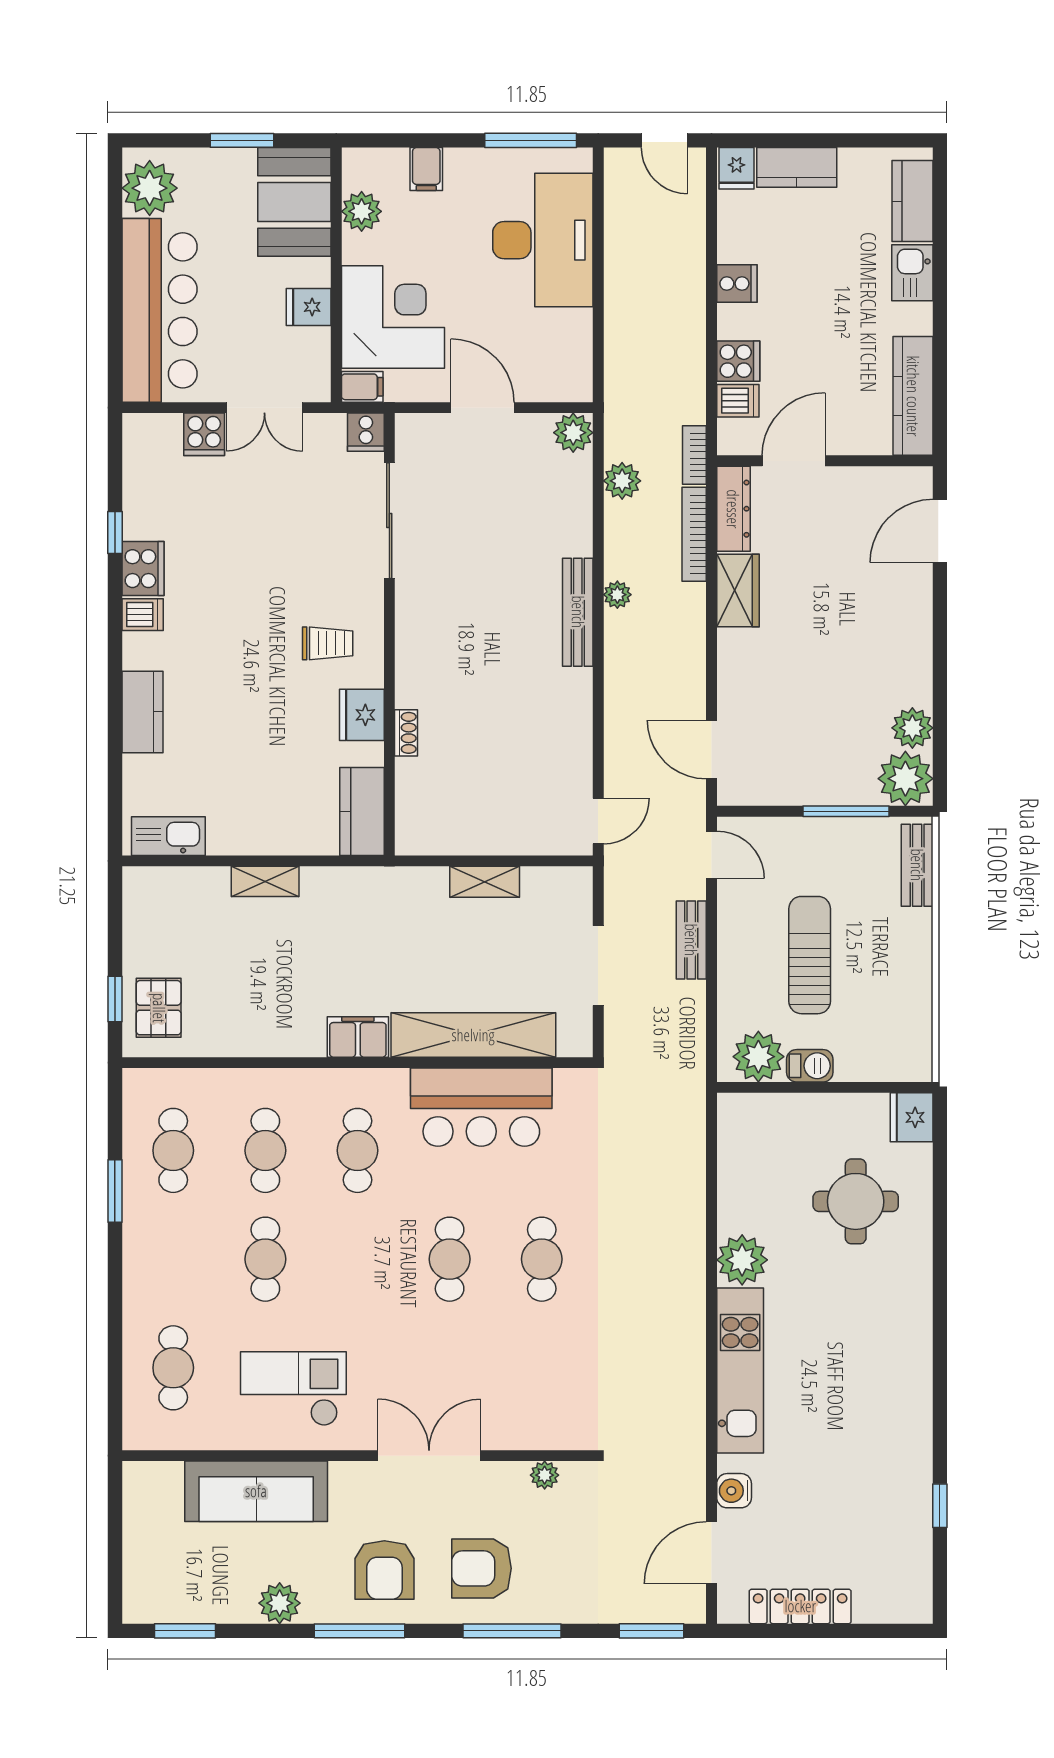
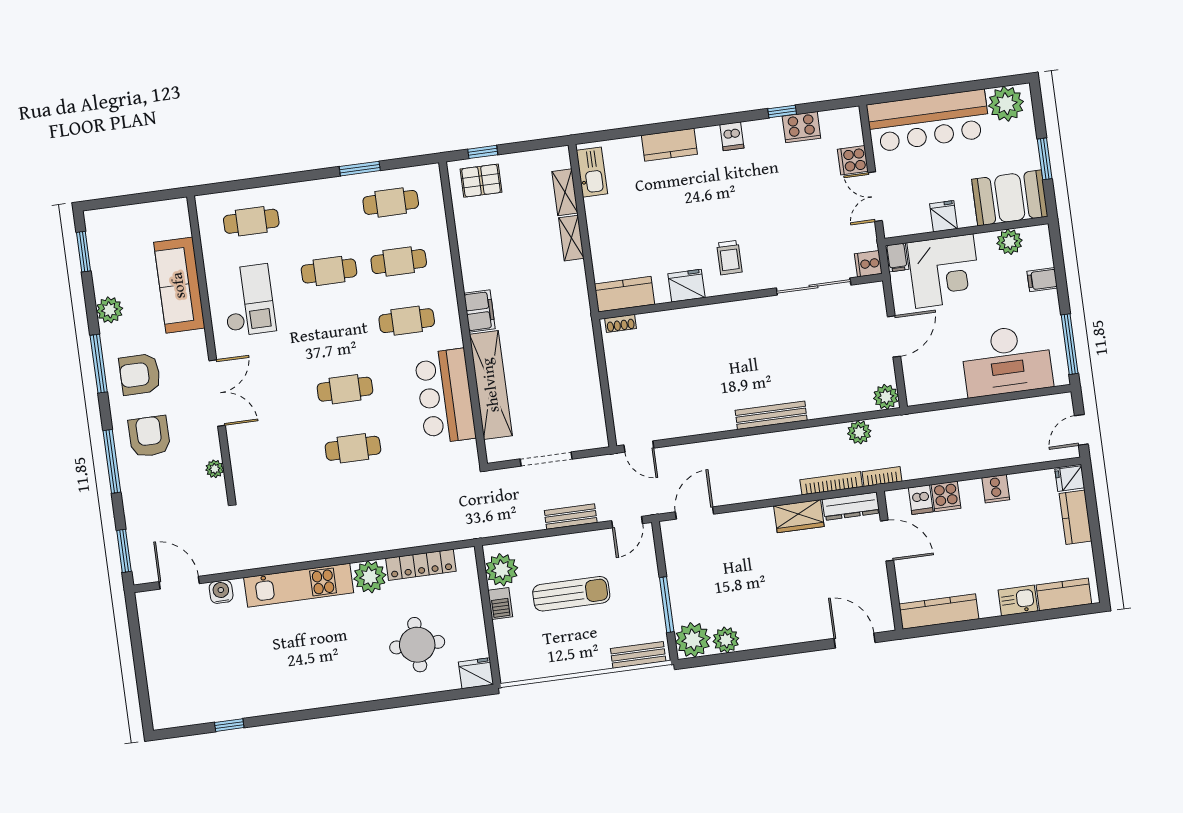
cooker: (143, 569) -> (801, 127), moved
plant: (617, 595) -> (786, 439), removed
shoe rack: (406, 733) -> (620, 323), moved
shelving: (485, 882) -> (565, 192), moved
locker: (800, 1606) -> (421, 565), moved, turned 90

